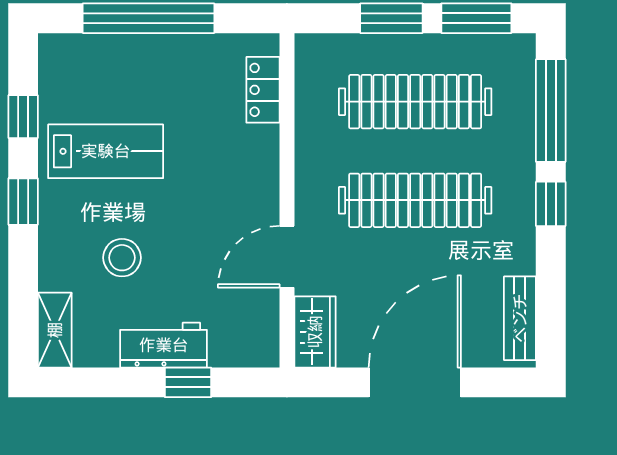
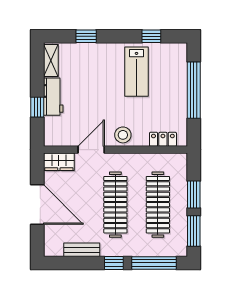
window: (23, 202) -> (86, 36), moved
door: (287, 257) -> (91, 150), hinge flipped
stool: (122, 258) -> (123, 135), moved
bench: (520, 318) -> (82, 250), moved
shelving: (55, 330) -> (51, 61), moved, turned 90

